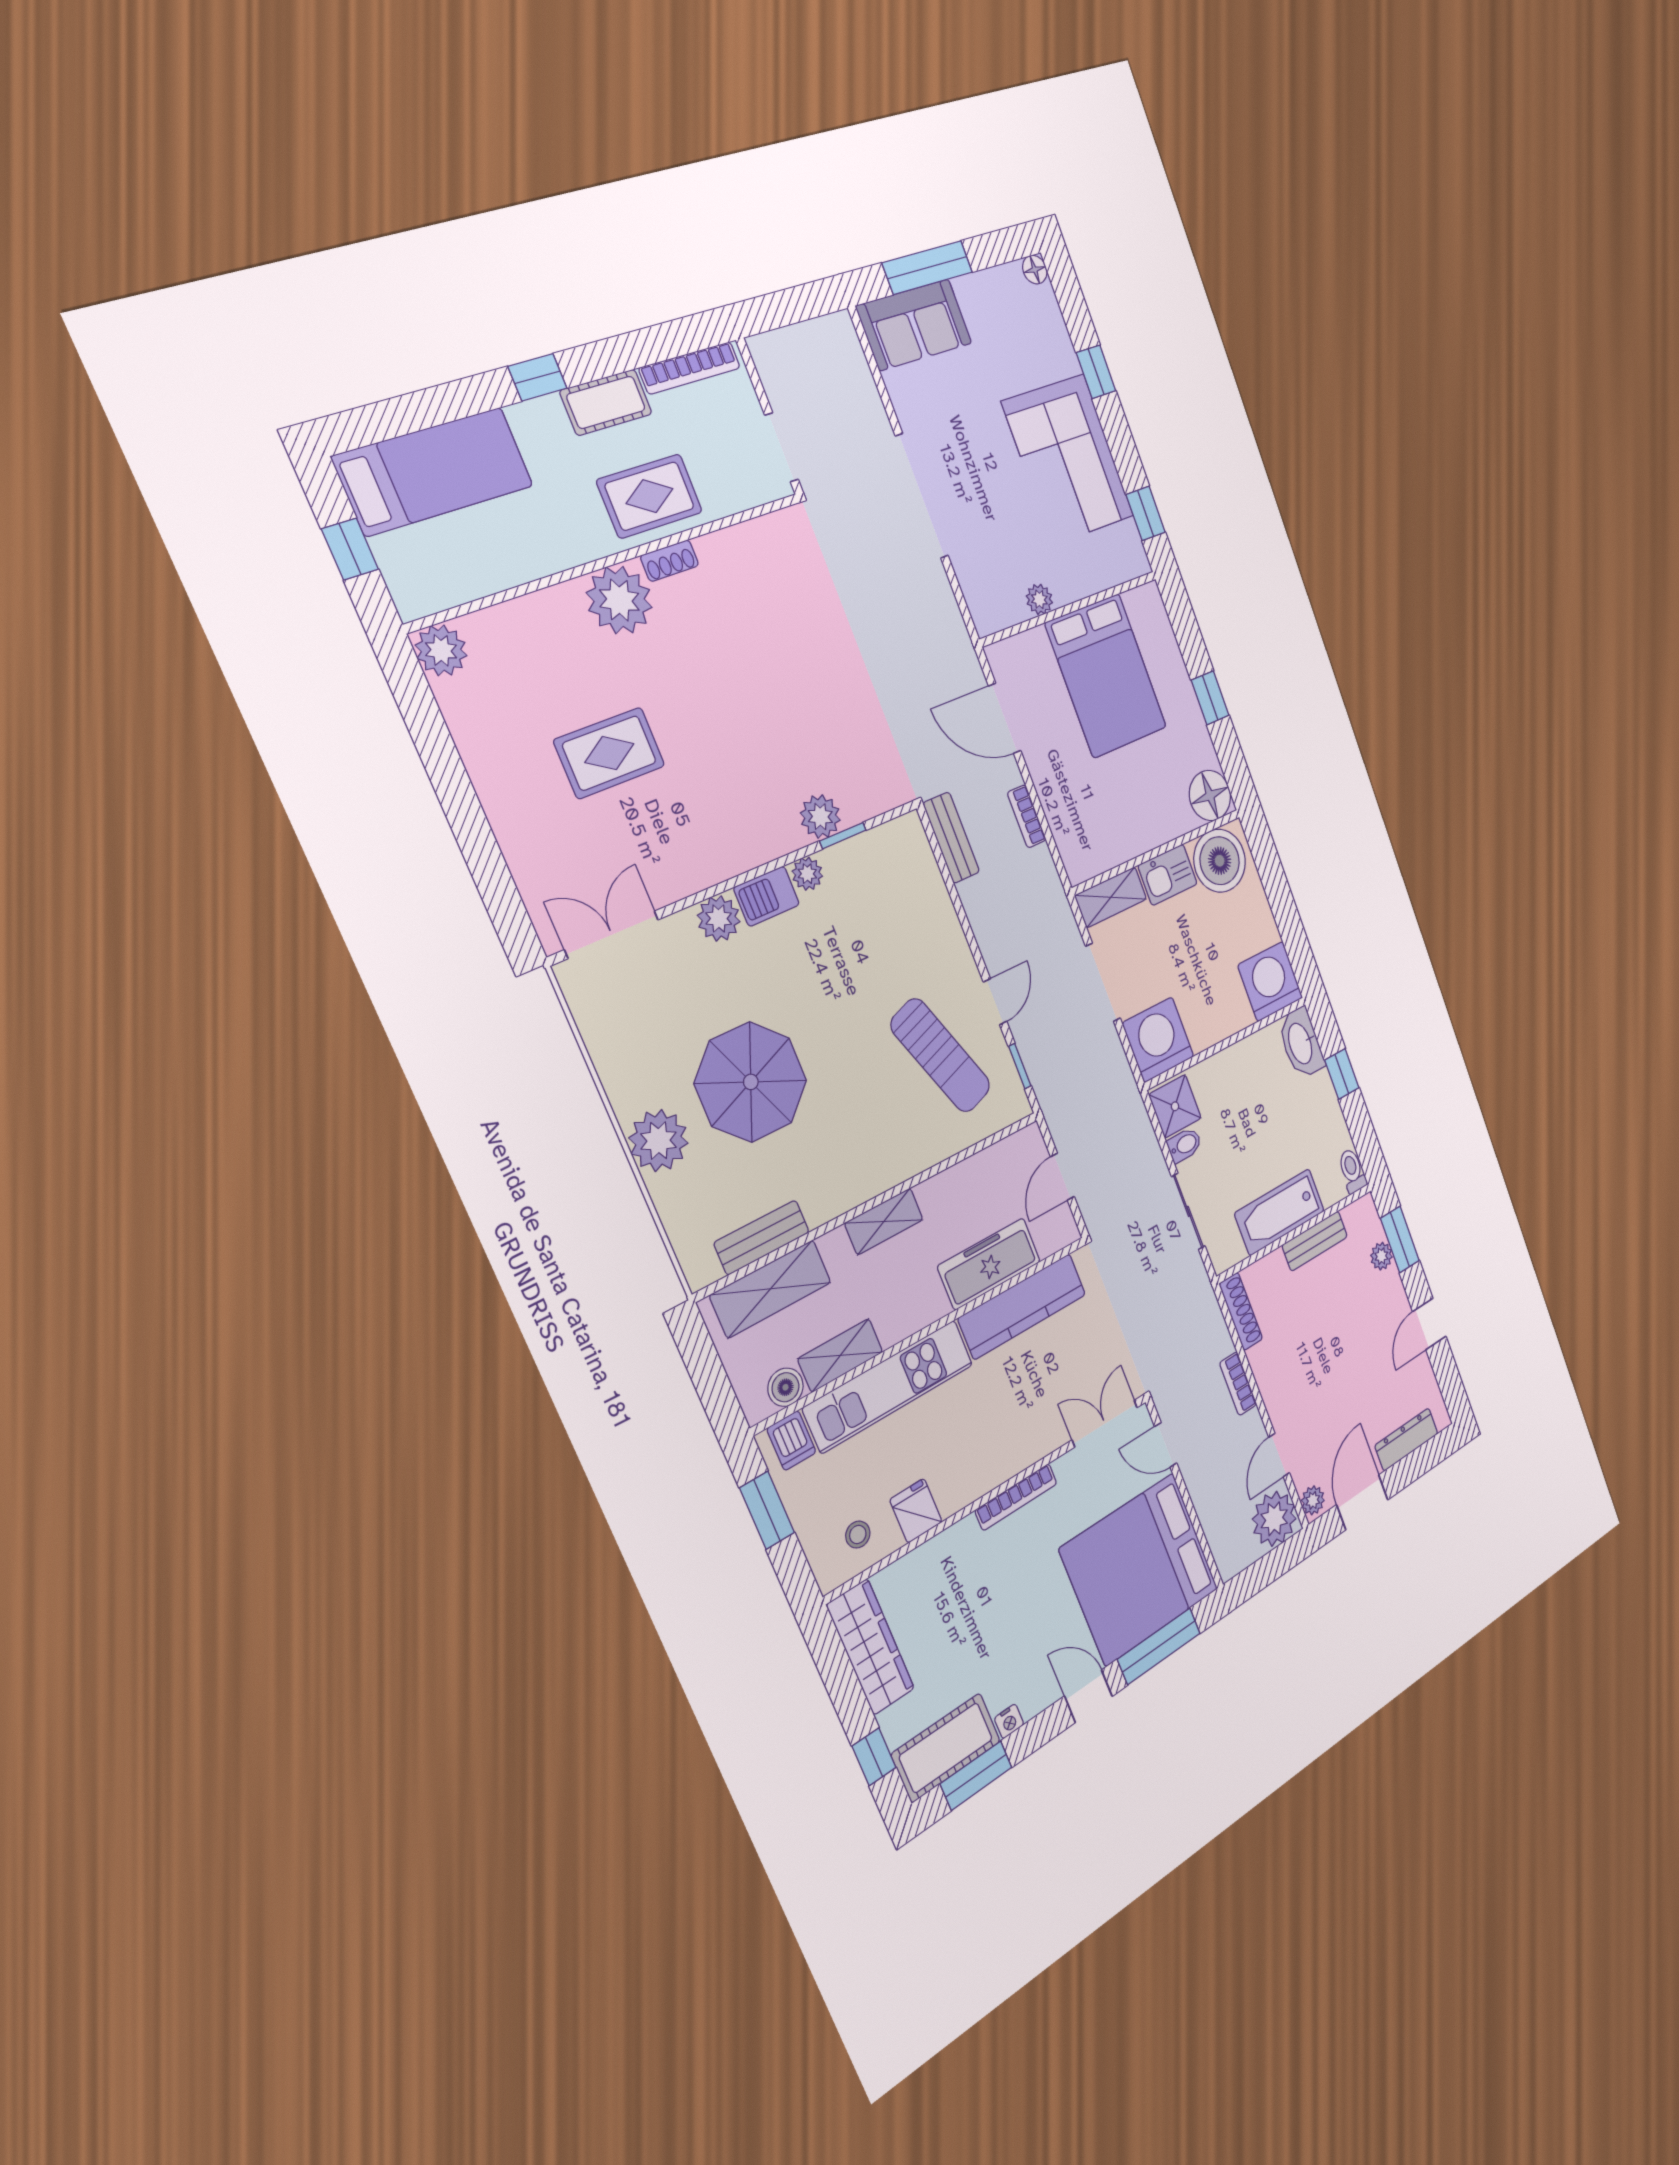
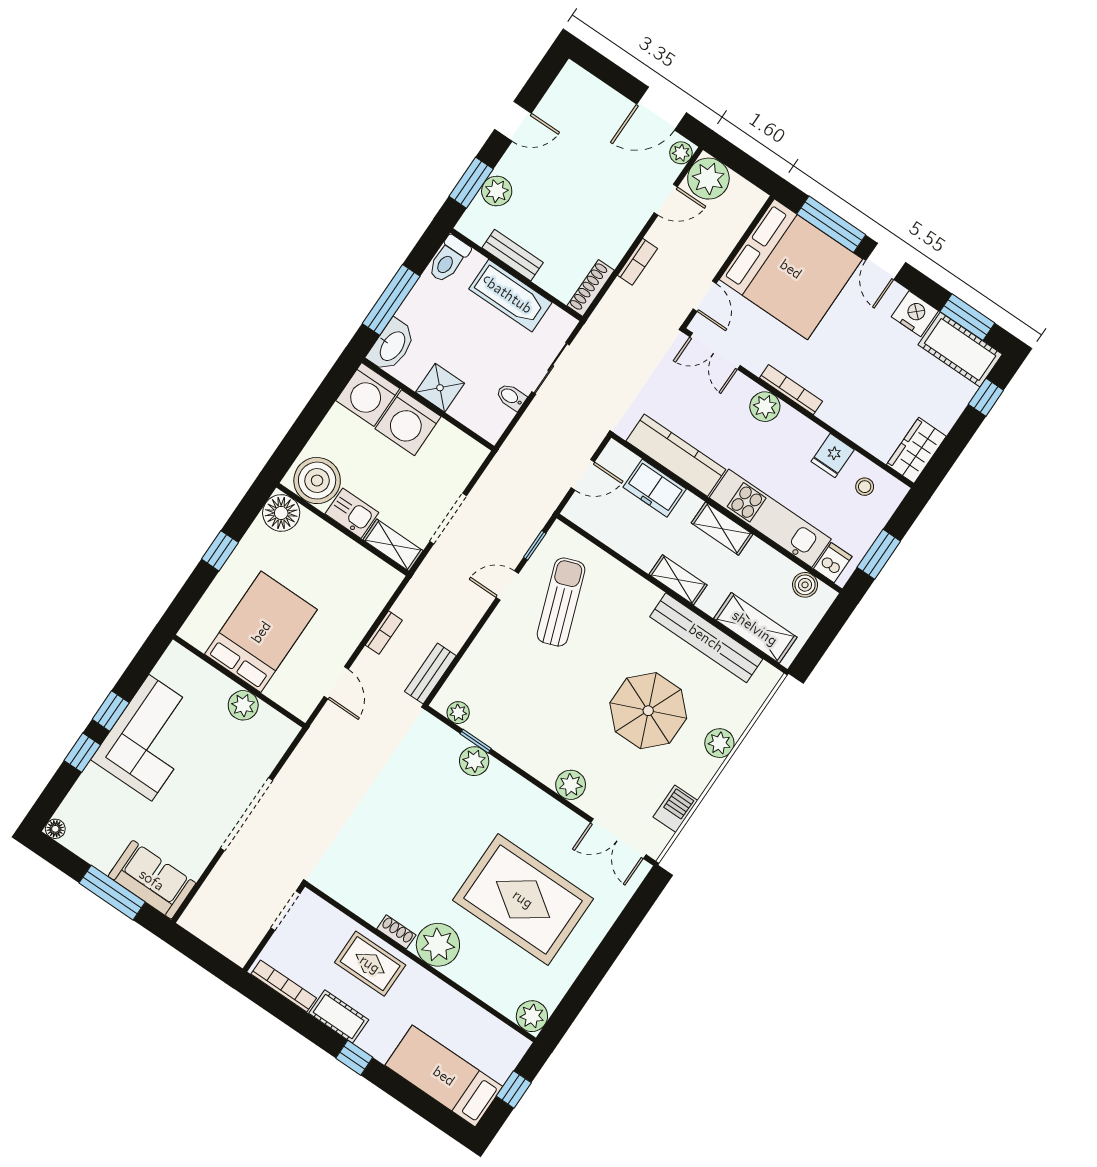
window: (1146, 513) -> (111, 711), moved
plant: (1039, 599) -> (243, 705), width x1.38, depth x1.38
door: (1005, 718) -> (336, 683), width x0.73
rug: (609, 753) -> (523, 899), width x1.86, depth x2.06
plant: (807, 874) -> (458, 713), moved
barbecue: (767, 896) -> (675, 809), moved, turned -90
washing machine: (1158, 1040) -> (408, 423), moved
window: (1342, 1074) -> (391, 300), width x2.17
shower: (1175, 1106) -> (440, 388), moved
plant: (659, 1141) -> (719, 743), width x0.73, depth x0.73
toilet: (1352, 1171) -> (449, 259), width x1.37, depth x1.39
bench: (762, 1237) -> (706, 638), width x1.86, depth x1.21
plant: (1381, 1256) -> (497, 191), width x1.38, depth x1.38
freezer: (989, 1264) -> (655, 488), width x0.71
shelving: (840, 1355) -> (722, 529), moved
dresser: (1406, 1439) -> (601, 94), removed
plant: (1015, 1452) -> (765, 407), added
wardrobe: (870, 1647) -> (916, 450), width x0.67
nightstand: (1009, 1721) -> (915, 314), width x1.89, depth x1.79

